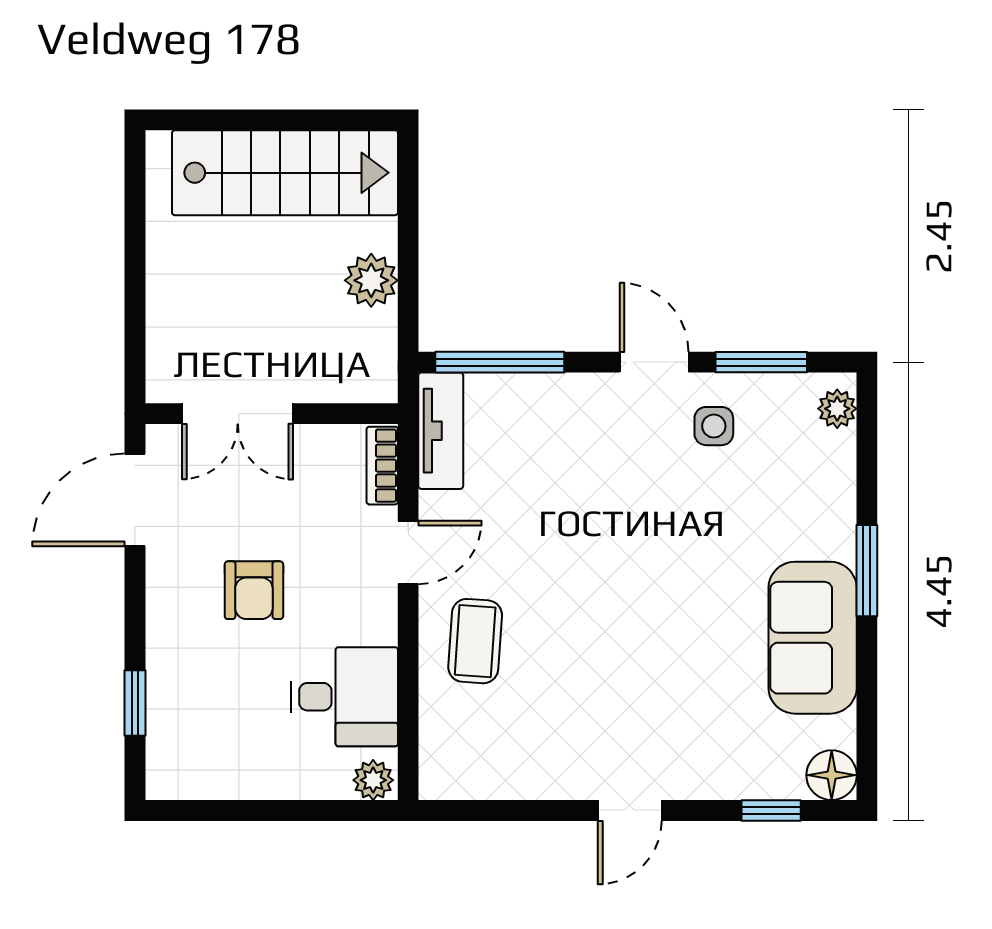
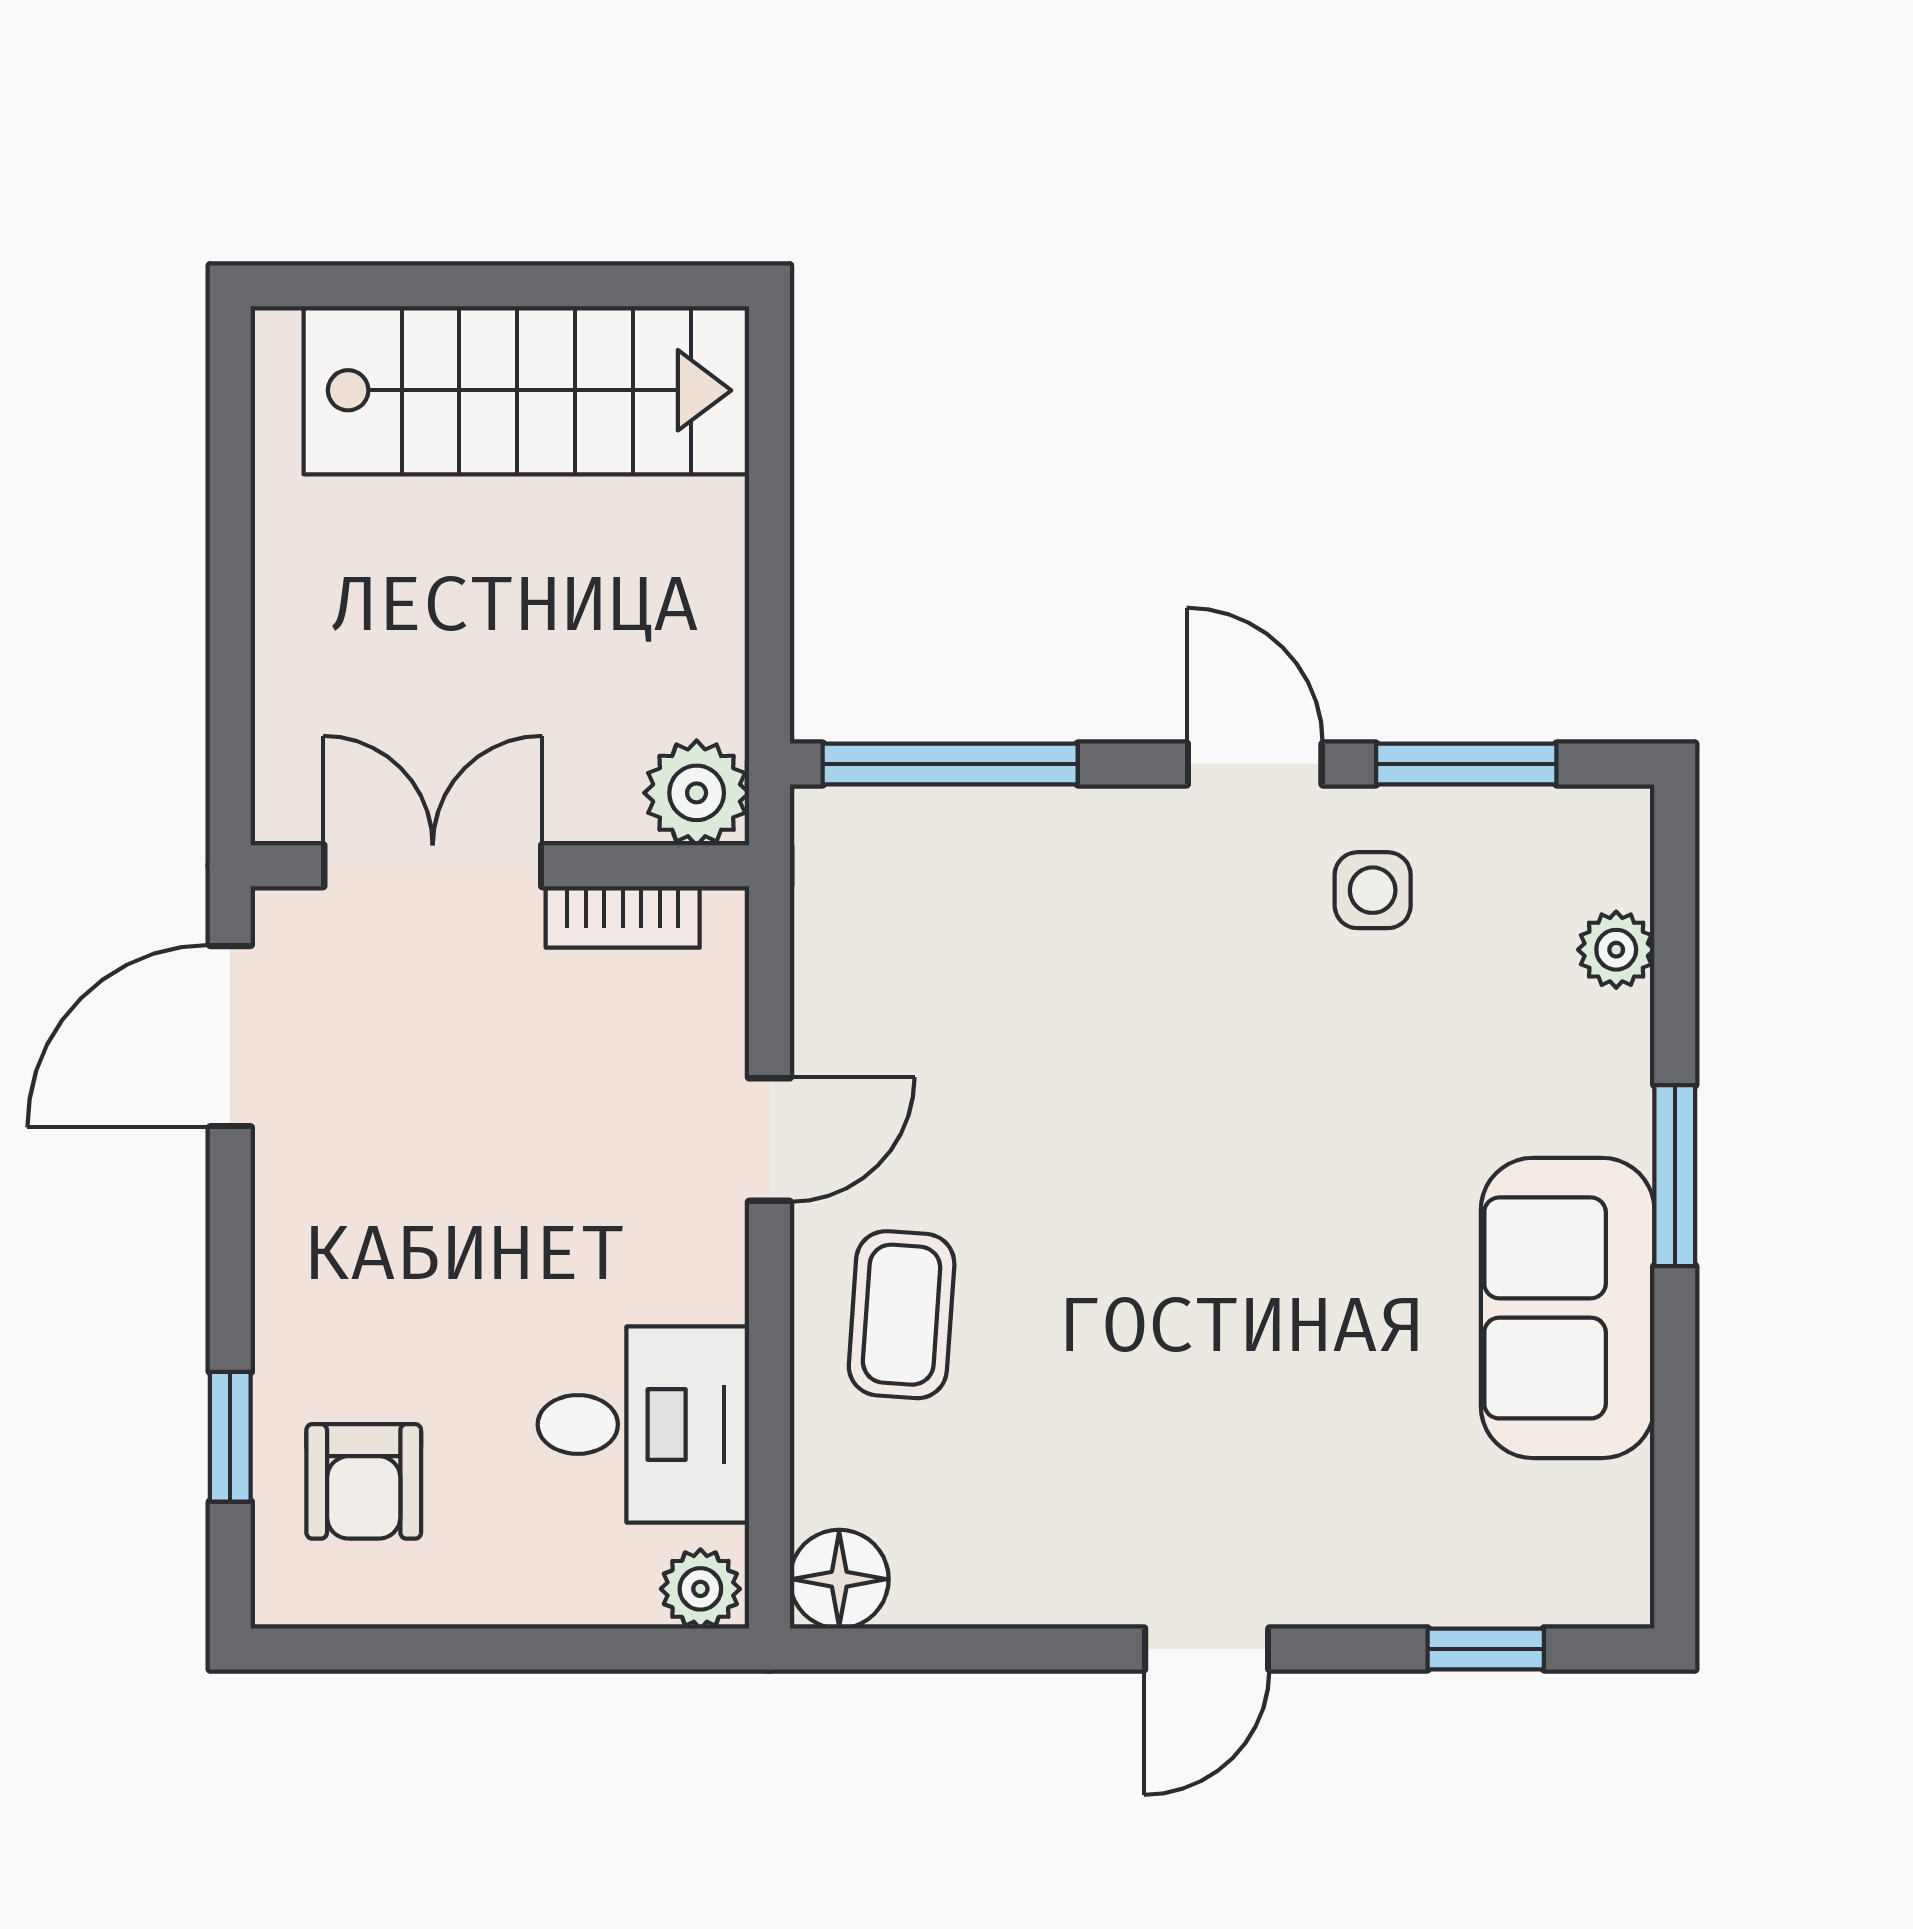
plant: (371, 280) -> (697, 793), moved
plant: (837, 409) -> (1616, 950), moved
double door: (238, 414) -> (433, 866), swing flipped
tv unit: (441, 431) -> (834, 899), removed
bookcase: (382, 466) -> (623, 917), moved, turned -90
armchair: (254, 590) -> (364, 1481), moved
floor lamp: (832, 775) -> (839, 1579), moved

